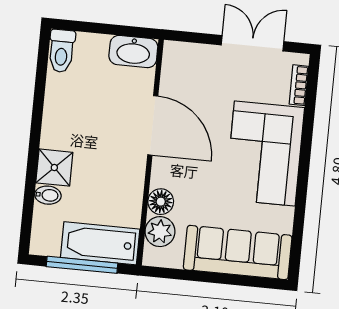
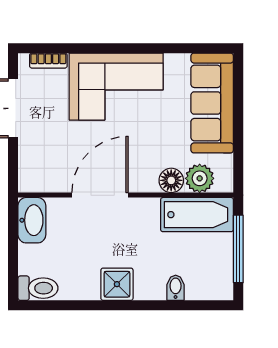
shower: (54, 168) -> (117, 284), moved
bathtub: (100, 243) -> (197, 215), moved, turned -90

